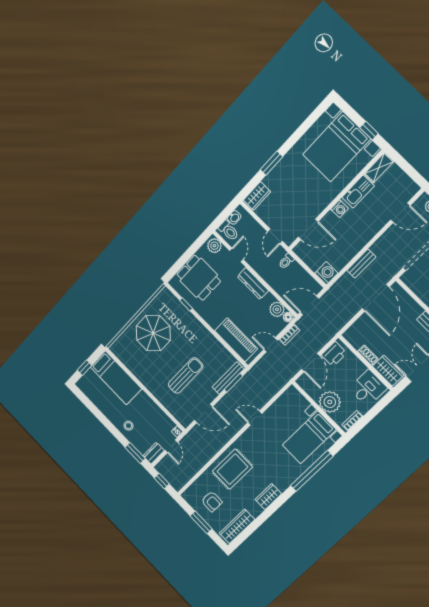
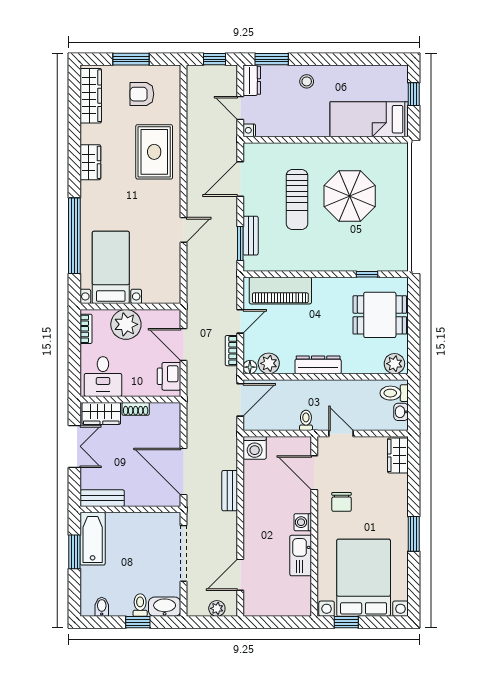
window: (271, 163) -> (414, 534), moved
shelving: (379, 168) -> (303, 597), removed
chair: (309, 200) -> (342, 502), added
door: (308, 229) -> (314, 473), hinge flipped
door: (236, 255) -> (363, 377), removed
parasol: (153, 333) -> (350, 196), moved
bench: (228, 378) -> (251, 236), width x0.73

